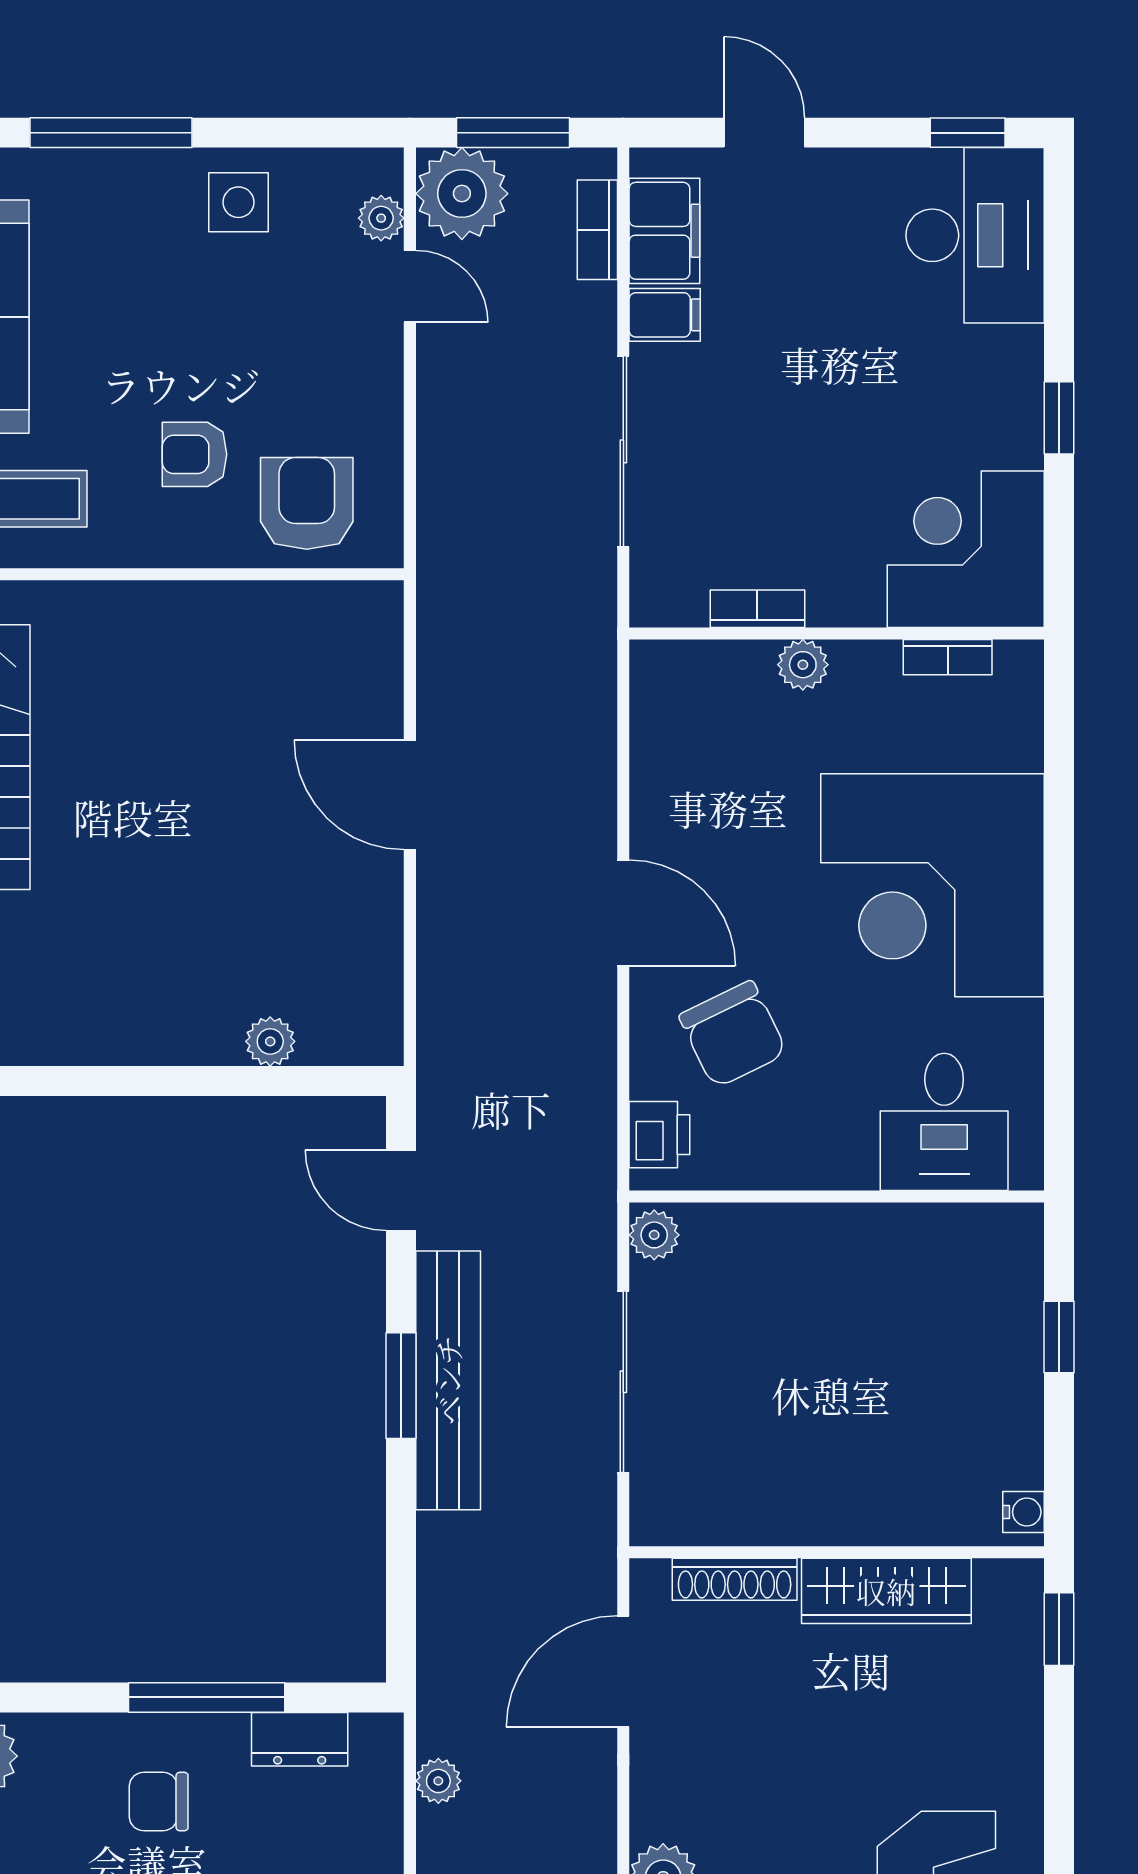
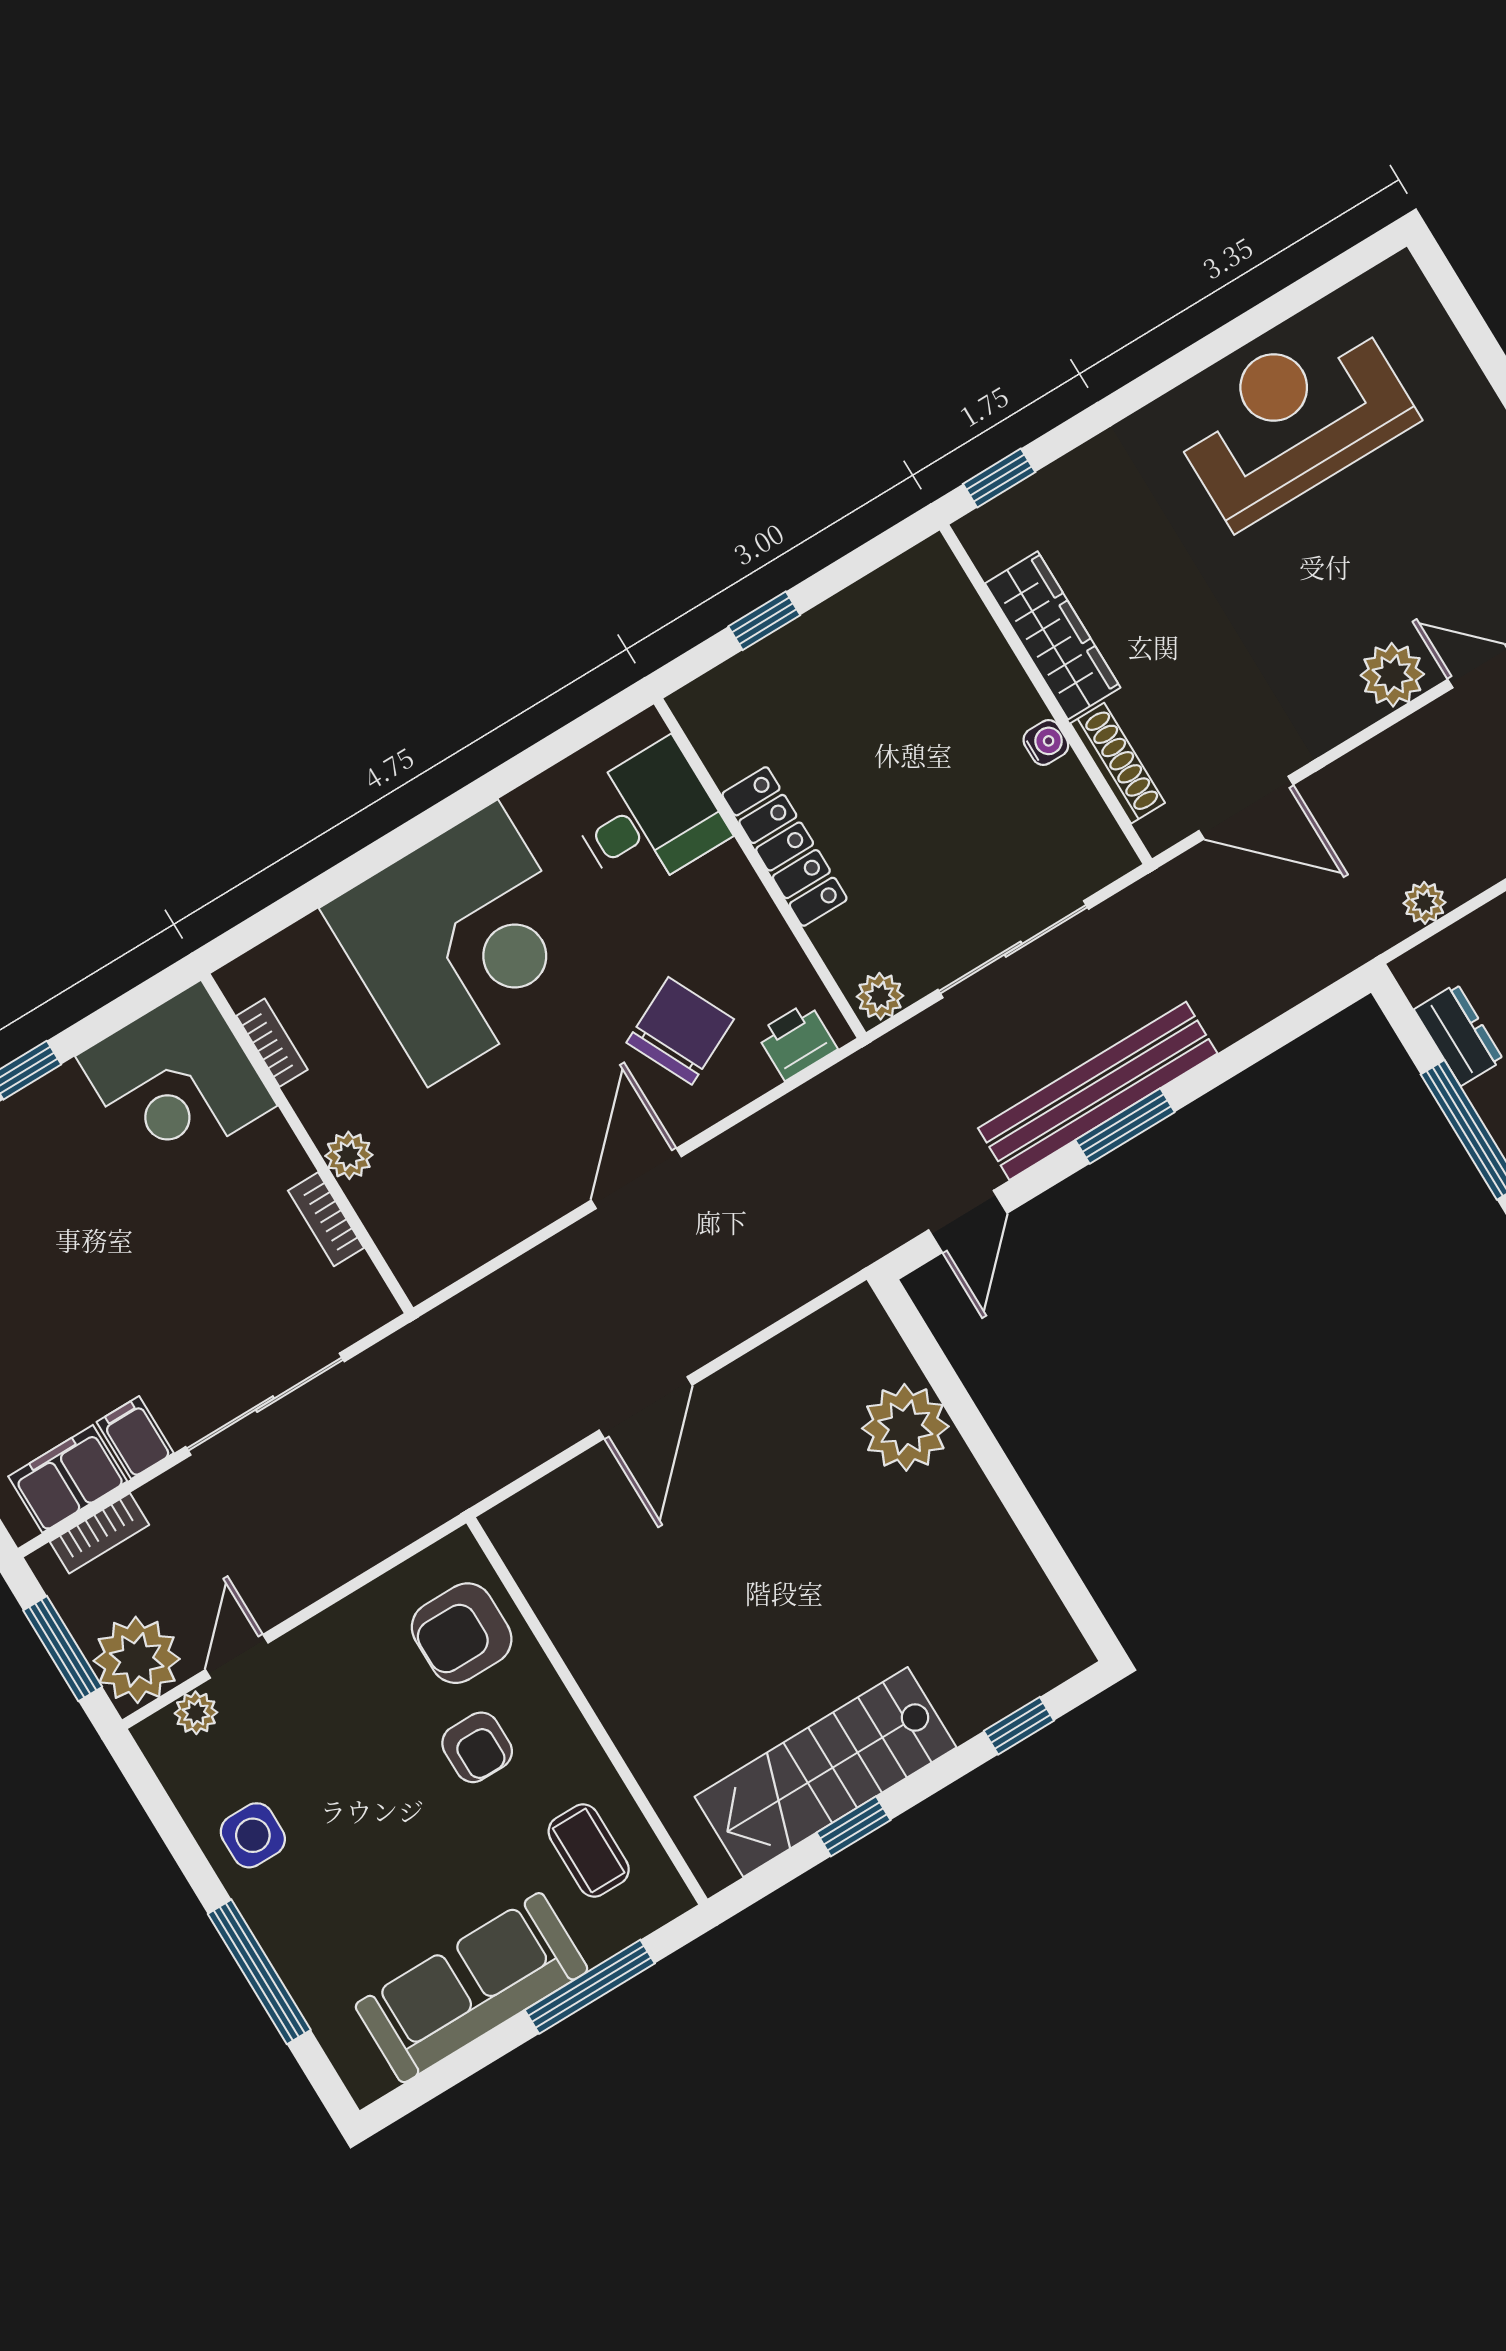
plant: (270, 1041) -> (905, 1427), width x1.87, depth x1.87
locker: (843, 1231) -> (785, 847), added
water cooler: (1023, 1512) -> (1046, 743), moved, turned 90

